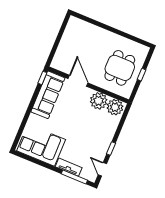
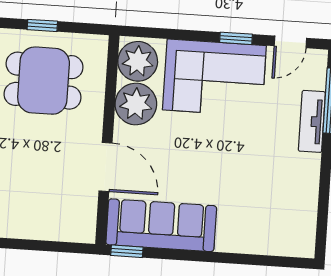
door: (78, 81) -> (106, 167), swing flipped
corner sofa: (41, 145) -> (214, 78), moved, turned -90

